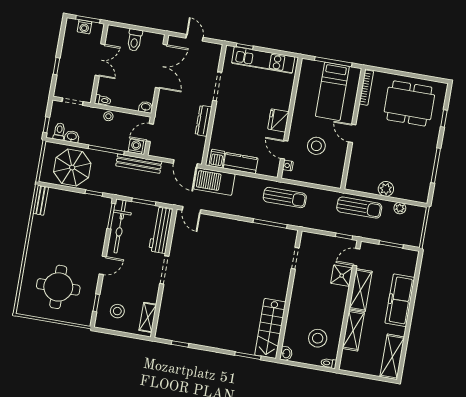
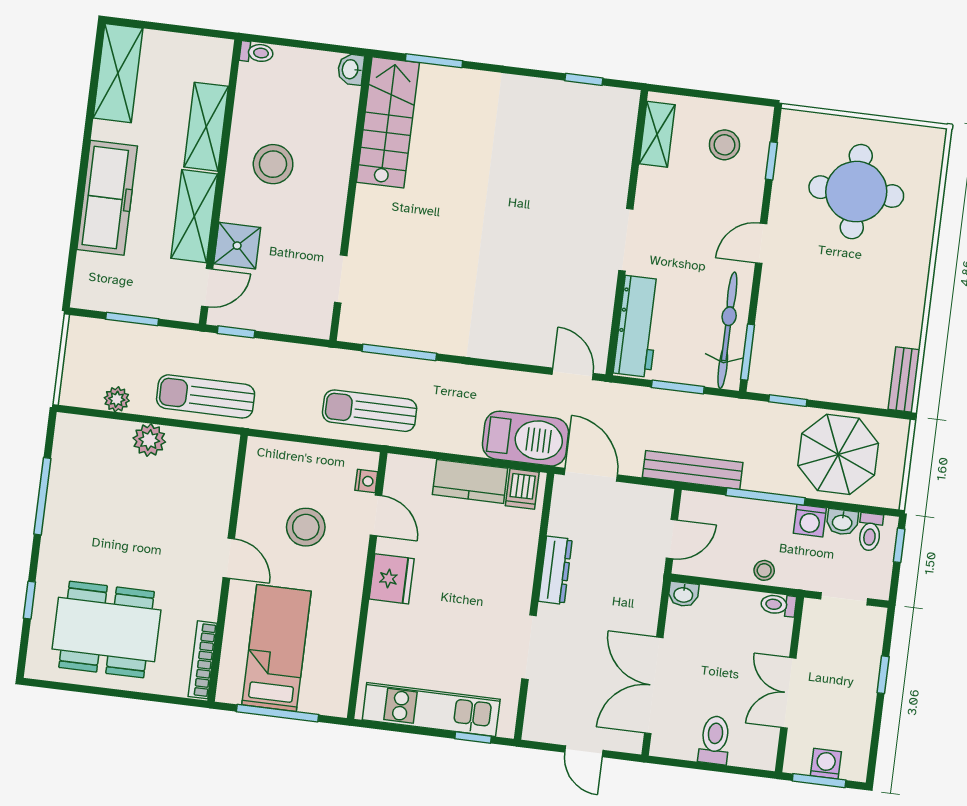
washing machine: (136, 147) -> (810, 521), moved
stool: (318, 338) -> (273, 164), moved

